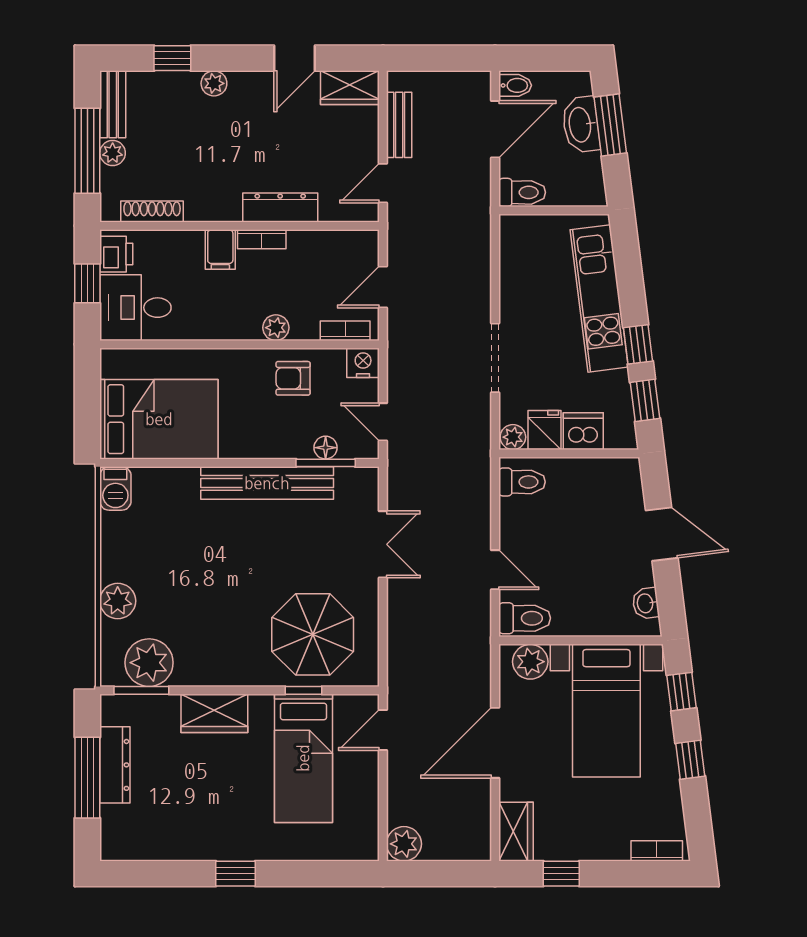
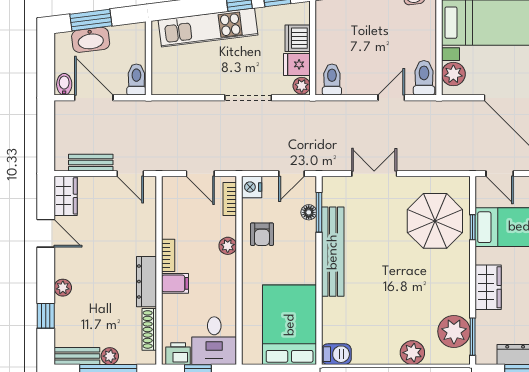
dresser: (280, 208) -> (147, 282), moved

